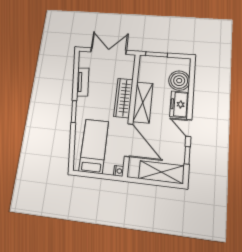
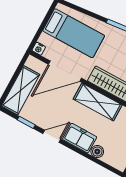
boiler: (179, 81) -> (97, 152), width x0.54, depth x0.54

